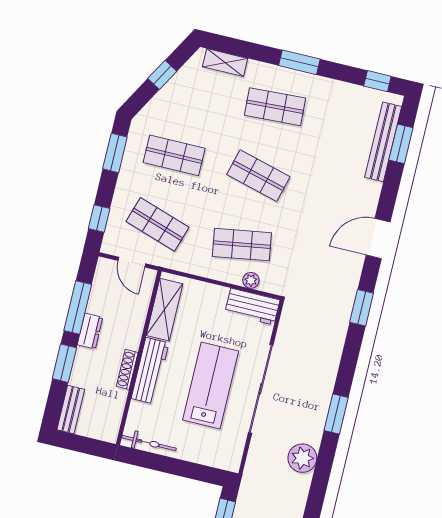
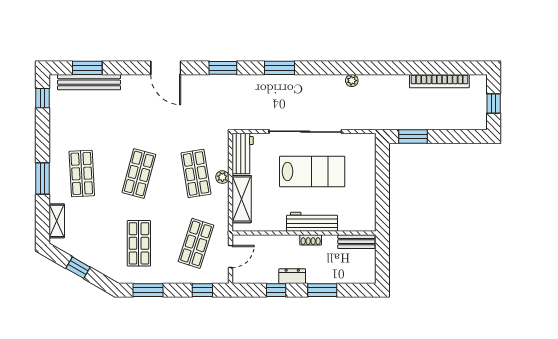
window: (299, 62) -> (42, 178), moved
plant: (251, 280) -> (222, 177), moved
window: (78, 308) -> (276, 290), width x0.46
shelving: (165, 310) -> (242, 199), moved, turned 90
shoe rack: (127, 369) -> (311, 240), width x0.70
lab bench: (211, 385) -> (312, 171), turned 180
bench: (71, 410) -> (356, 242), moved
window: (336, 414) -> (280, 68), moved
bicycle: (149, 443) -> (369, 209), removed
plant: (302, 458) -> (352, 81), width x0.53, depth x0.53

